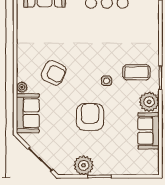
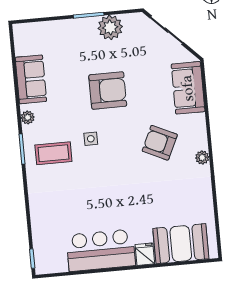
plant: (22, 87) -> (202, 158), moved
plant: (149, 102) -> (28, 117), width x0.53, depth x0.53
armchair: (90, 117) -> (108, 90), turned -90

